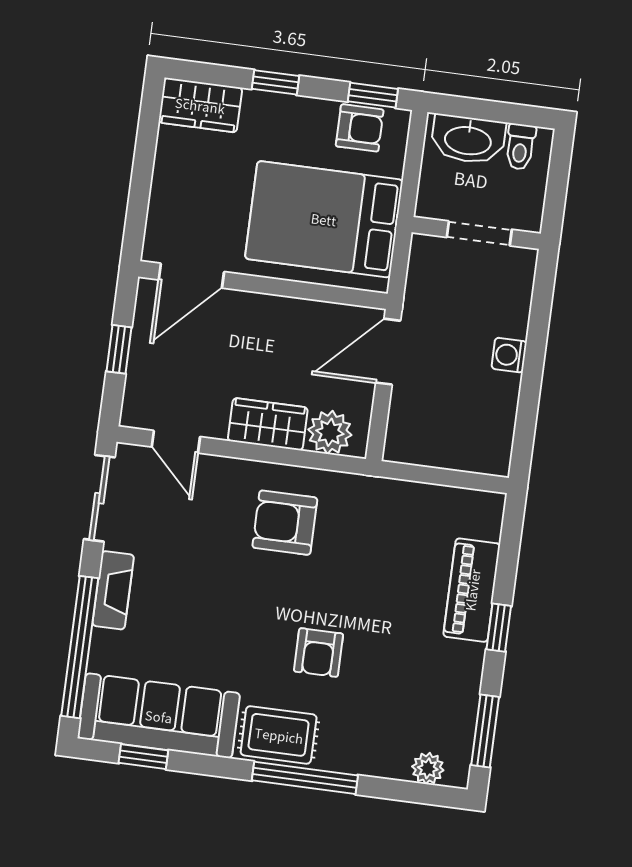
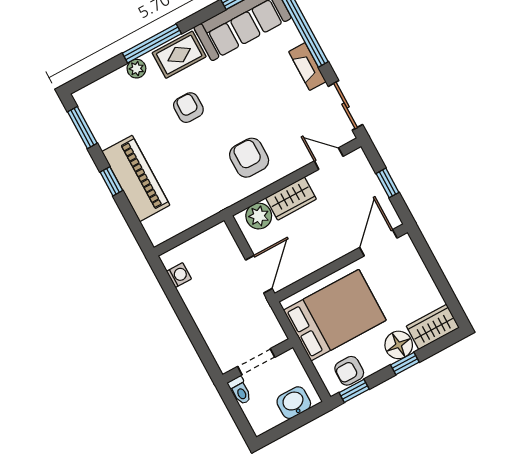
floor lamp: (266, 114) -> (399, 345), added
washbasin: (468, 139) -> (294, 403), width x0.72
toilet: (520, 147) -> (240, 391), moved, turned 180
washing machine: (509, 355) -> (179, 275), moved
armchair: (285, 523) -> (249, 158), turned -90
piano: (472, 590) -> (136, 178), width x1.37, depth x1.33
plant: (428, 768) -> (136, 69), moved

